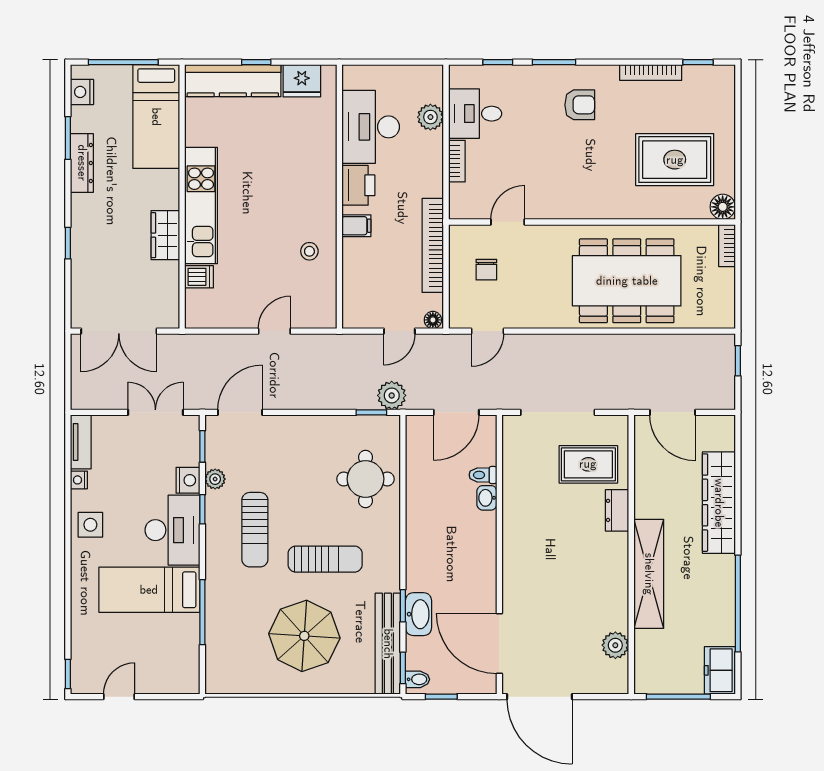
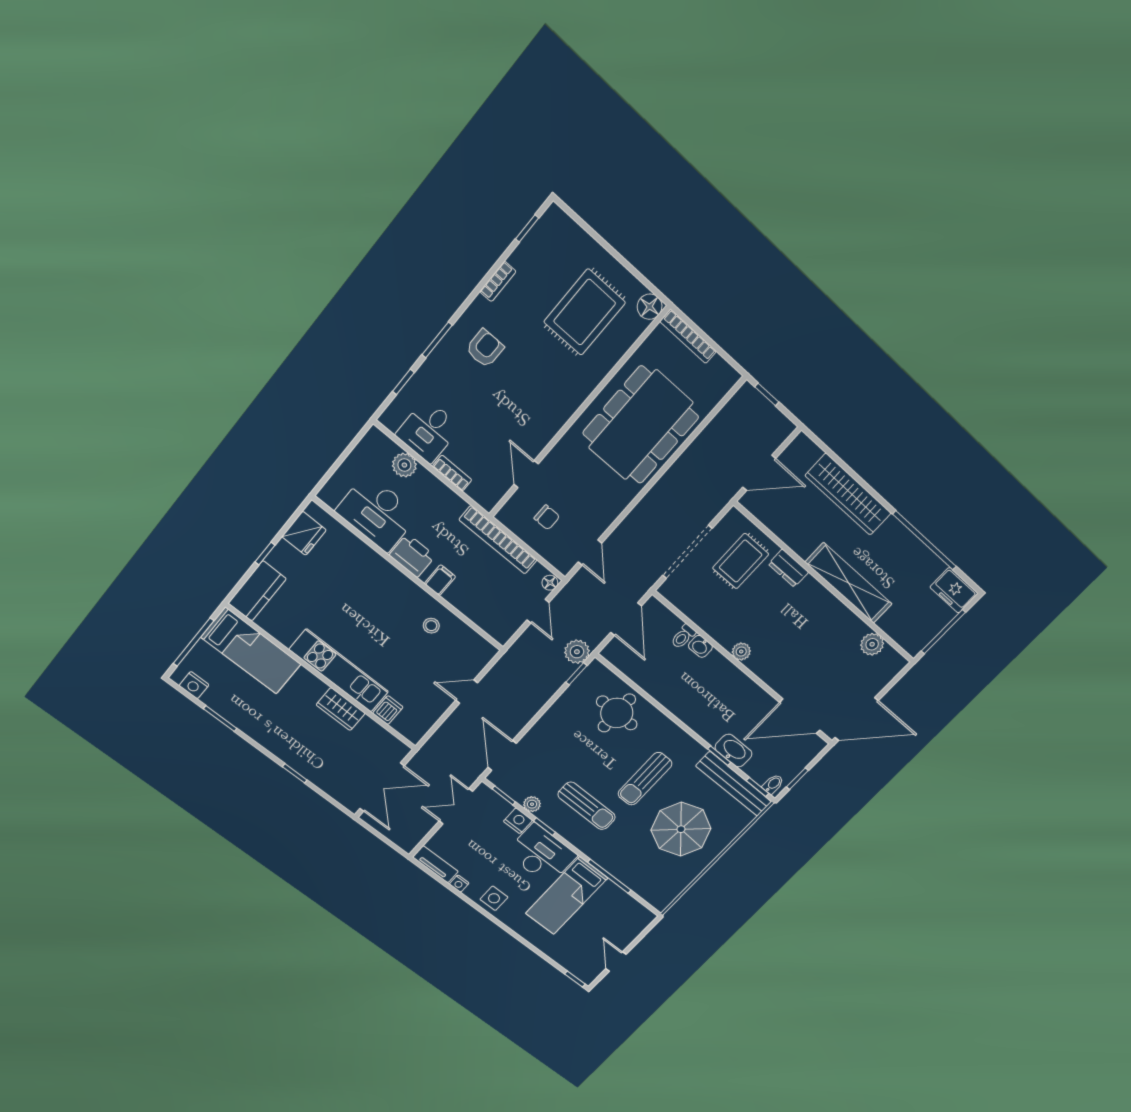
bookcase: (651, 73) -> (498, 281), width x0.64
kitchen counter: (233, 81) -> (257, 591), width x0.67
dresser: (82, 163) -> (245, 723), removed
bookcase: (727, 246) -> (688, 337), width x1.56
door: (274, 331) -> (467, 692), hinge flipped
plant: (512, 537) -> (741, 652), added
sun lounger: (325, 559) -> (645, 779), turned 180

